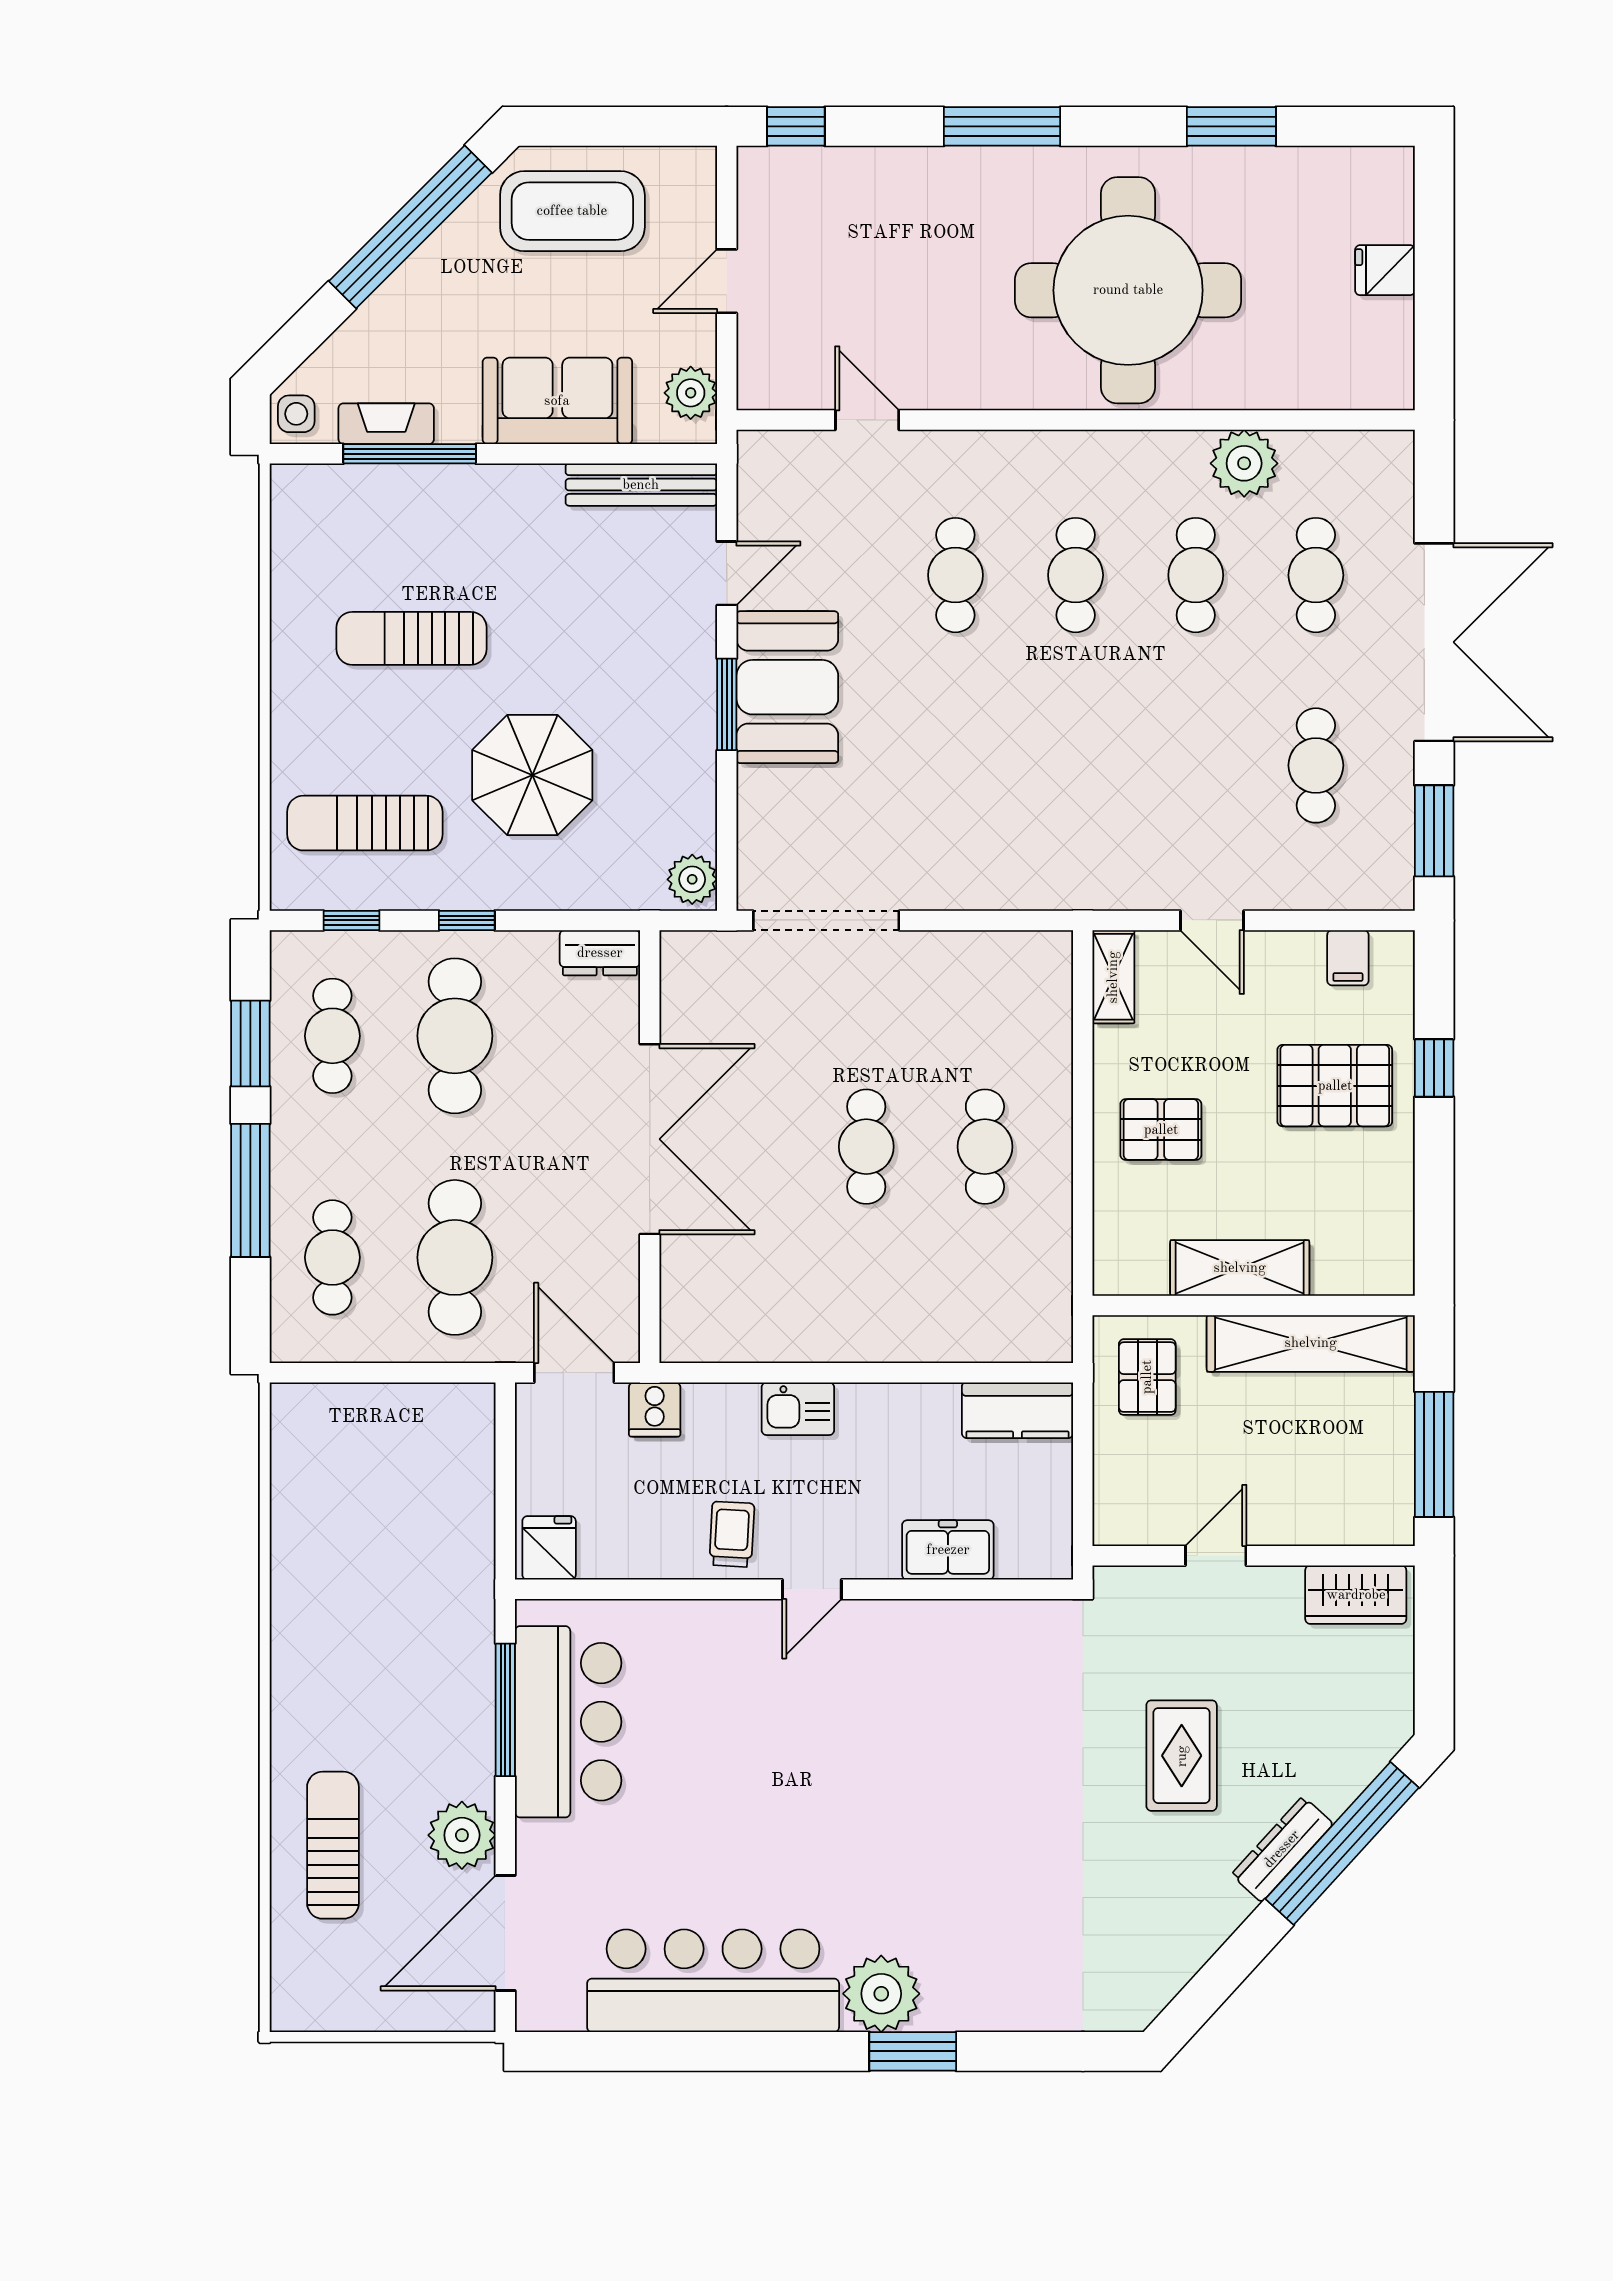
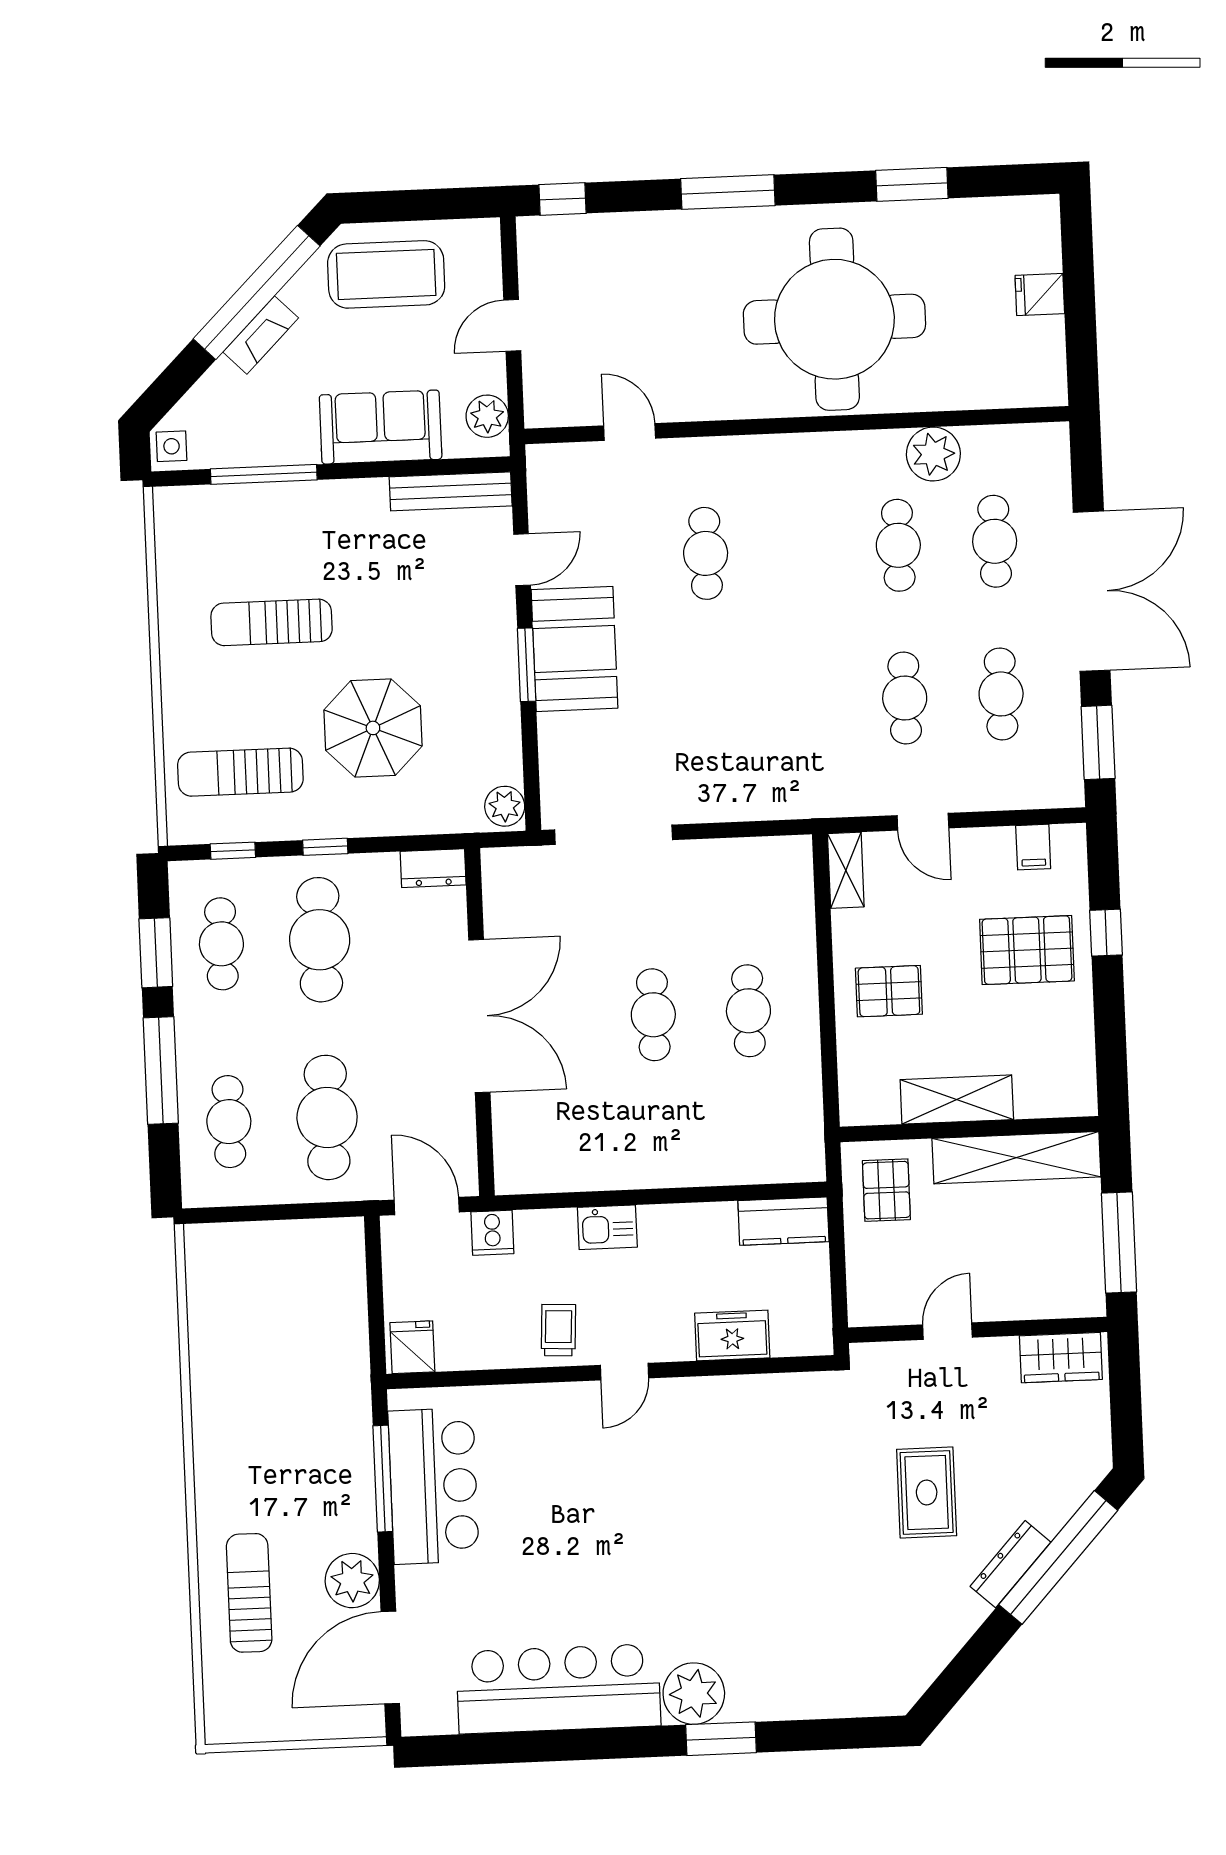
fireplace: (386, 424) -> (261, 335), moved, turned 135
cafe table: (1076, 575) -> (905, 698), moved

